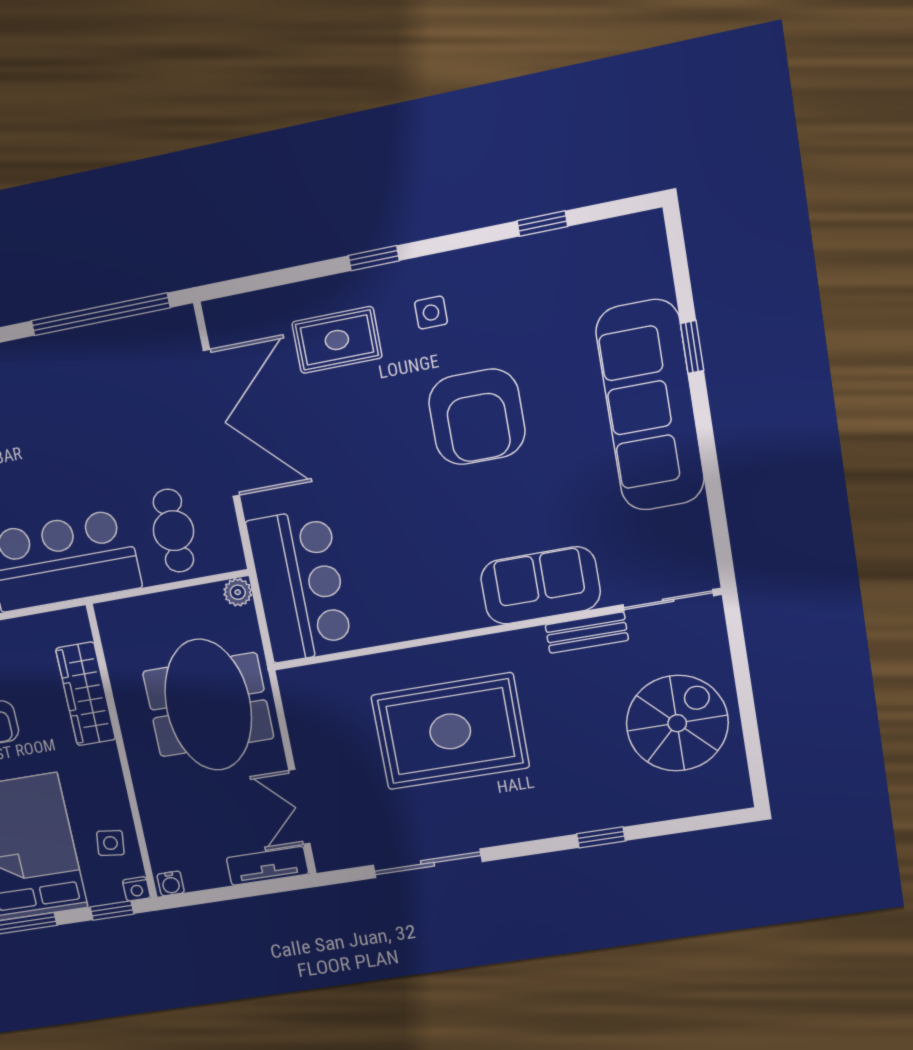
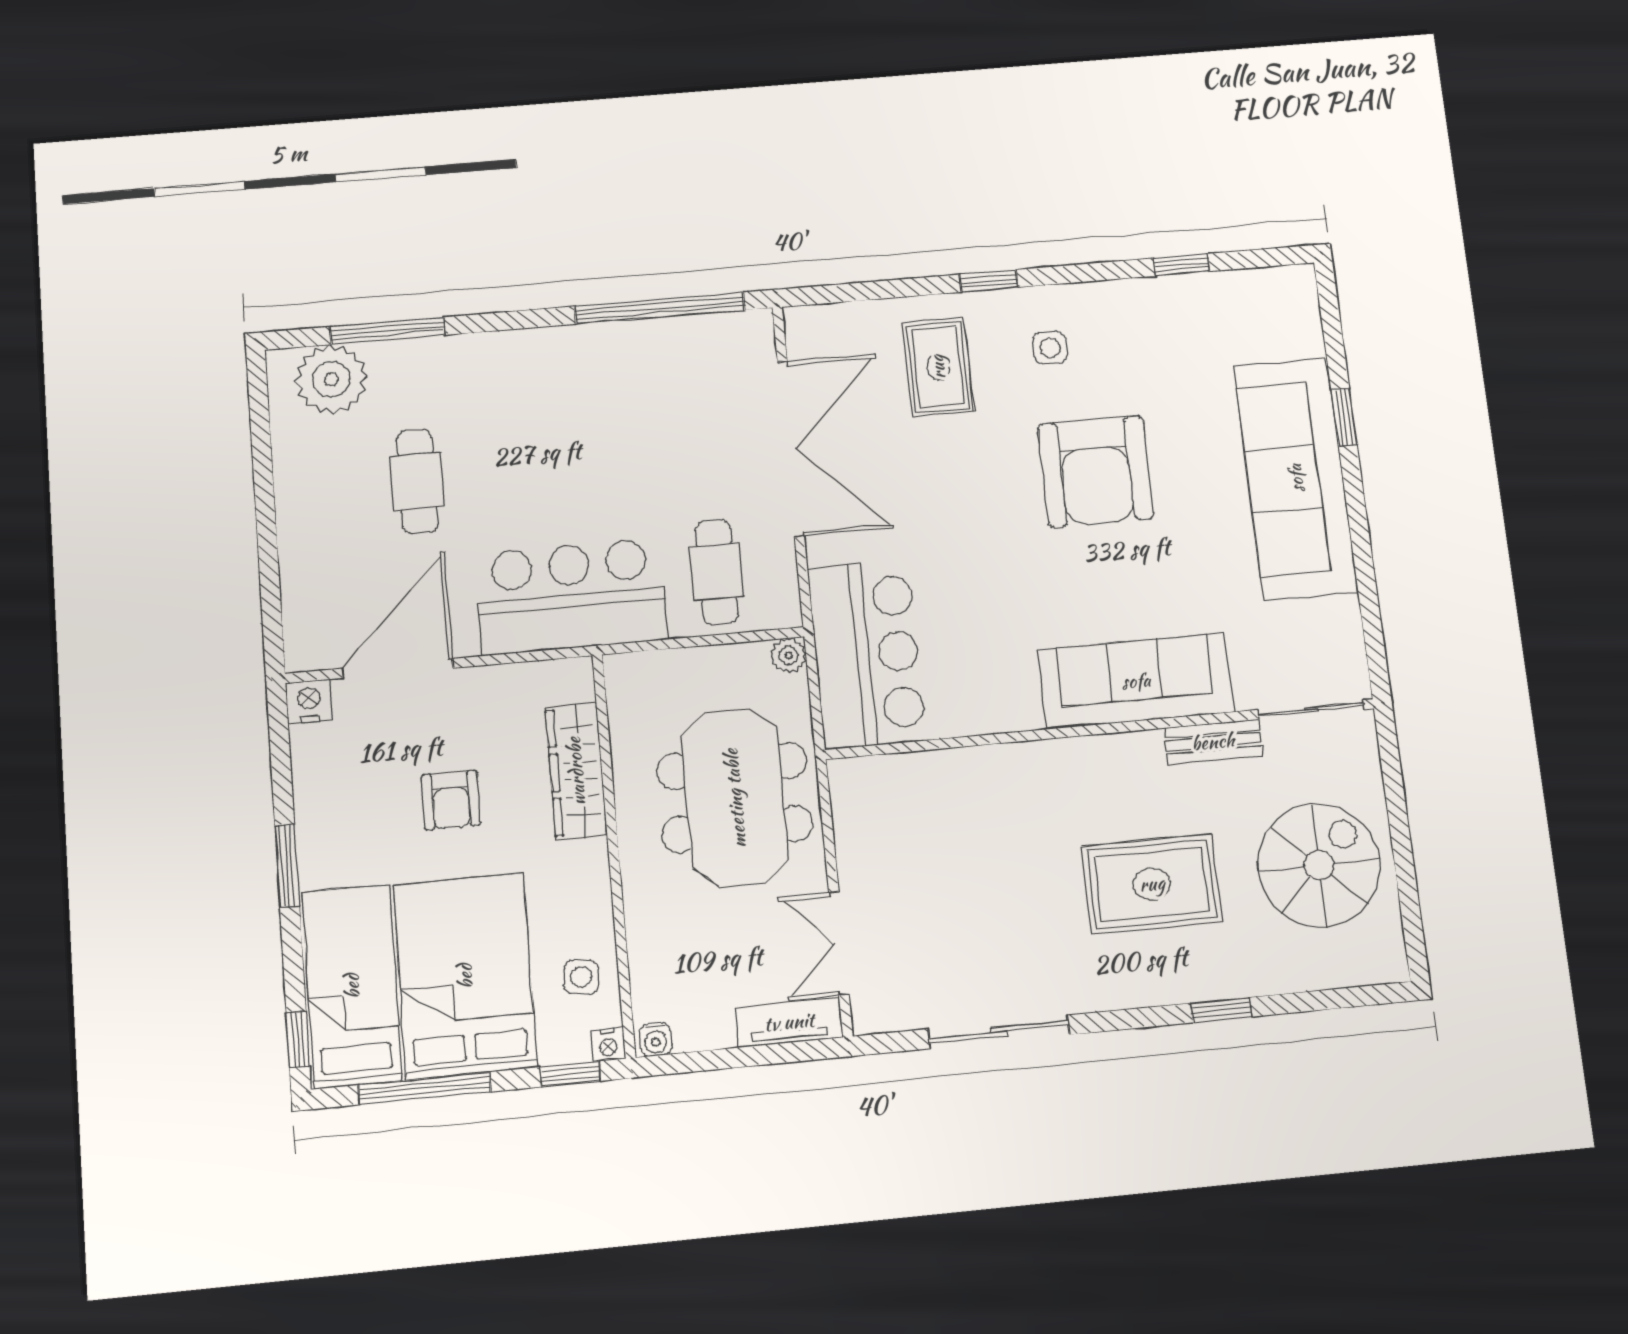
rug: (337, 340) -> (938, 367), turned 90
sofa: (541, 585) -> (1136, 681), width x1.36
rug: (450, 731) -> (1152, 884), moved, width x0.73, depth x0.69

